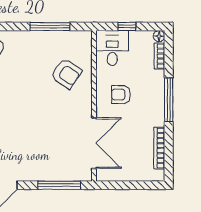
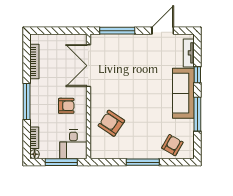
window: (50, 27) -> (143, 162), moved
window: (127, 27) -> (61, 162), width x2.17

